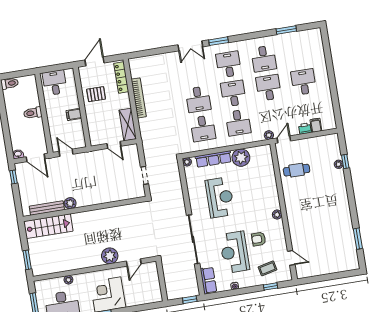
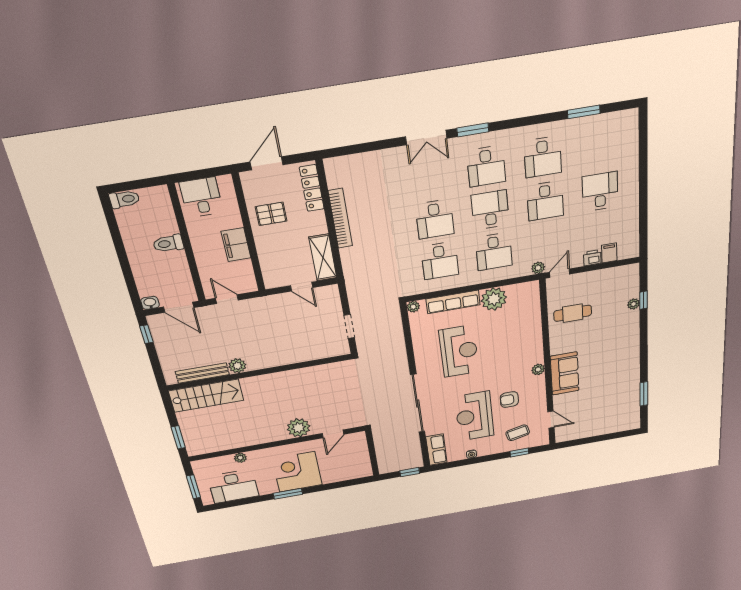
desk: (229, 64) -> (486, 166), turned 180
desk: (268, 88) -> (545, 201), turned 180
filing cabinet: (74, 114) -> (236, 245), width x2.00
sofa: (297, 219) -> (565, 374), added

